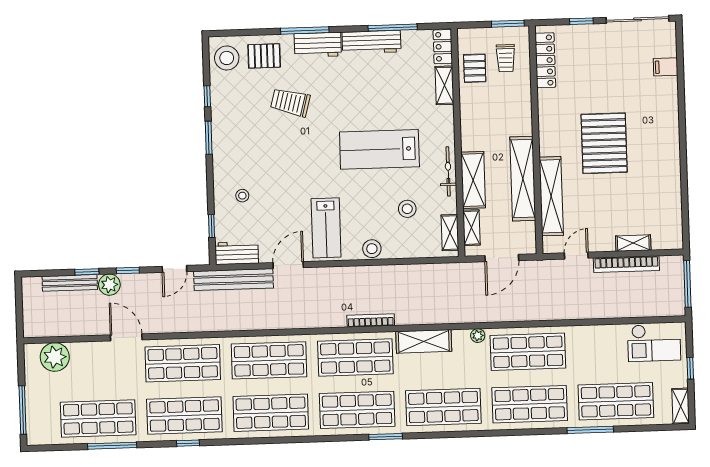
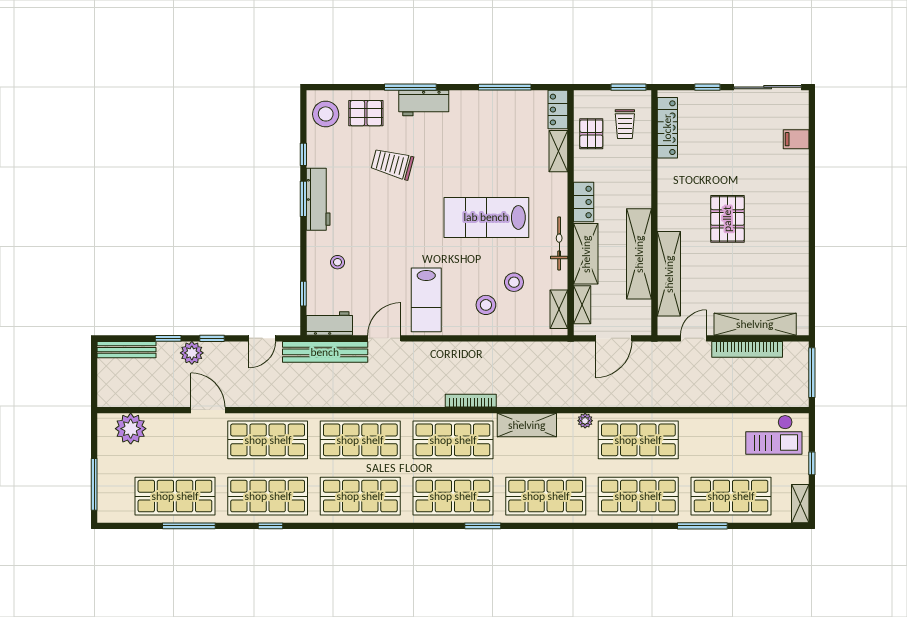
workbench: (371, 42) -> (318, 199), moved, turned -90
locker: (470, 132) -> (584, 202), added
pallet: (604, 143) -> (727, 219), width x0.73, depth x0.71
shelving: (633, 243) -> (755, 324), width x2.20, depth x1.33
stool: (372, 249) -> (486, 305), moved
bench: (70, 283) -> (127, 350), moved

